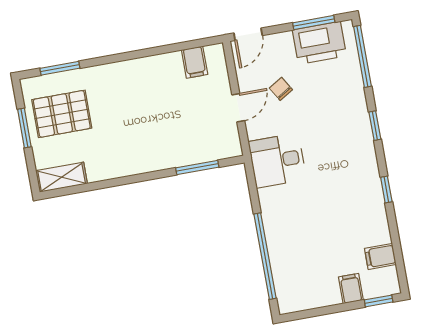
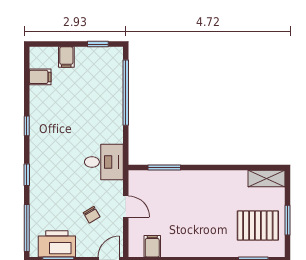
door: (238, 108) -> (126, 206), swing flipped
window: (379, 301) -> (98, 44), moved

